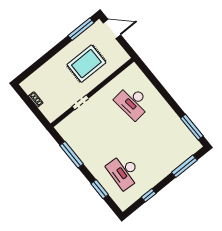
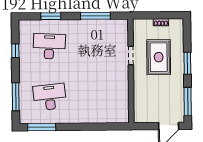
window: (51, 53) -> (187, 63), added
rug: (86, 64) -> (159, 57), moved
desk: (133, 102) -> (50, 97), moved

